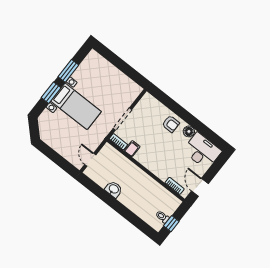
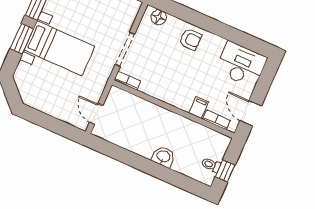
floor lamp: (189, 131) -> (159, 17), moved
filing cabinet: (132, 149) -> (199, 108), moved
washbasin: (114, 189) -> (163, 157), moved

